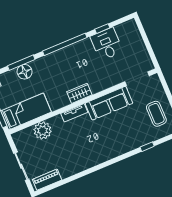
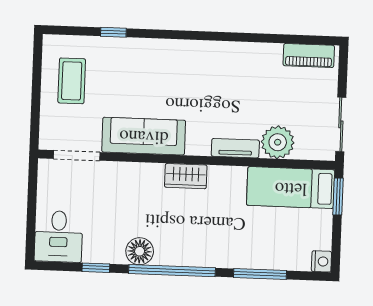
desk: (107, 44) -> (59, 236), moved
floor lamp: (25, 72) -> (140, 251), moved
tv unit: (74, 113) -> (235, 148), moved
sliding door: (21, 166) -> (341, 124), moved

